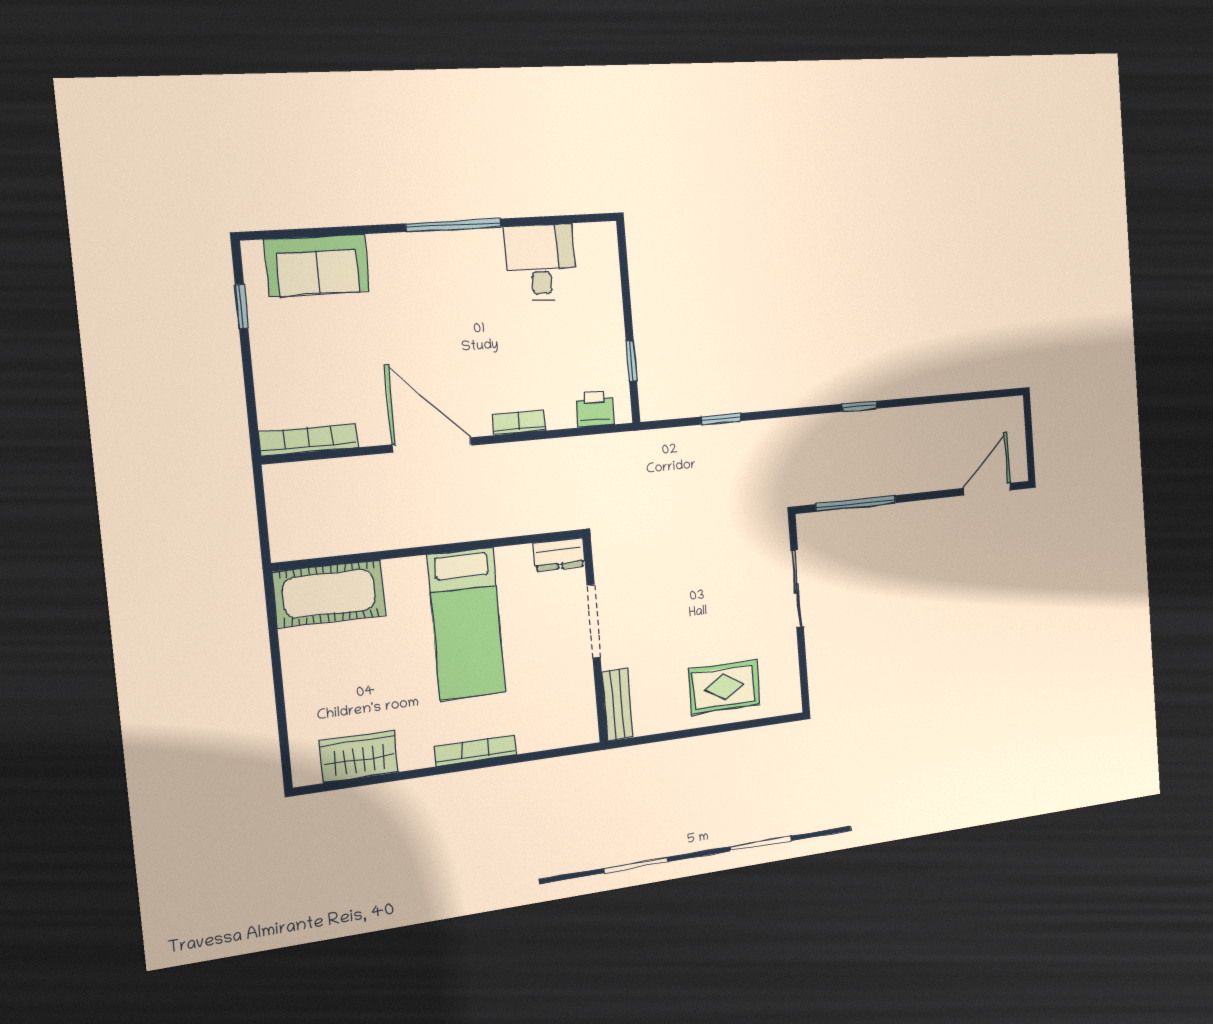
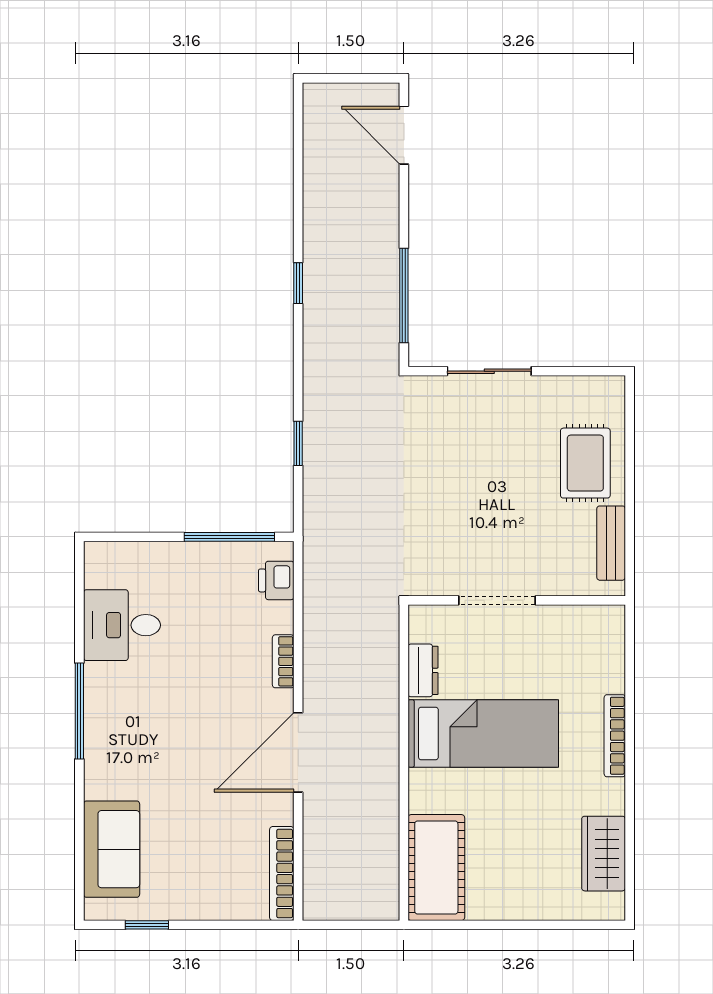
window: (631, 361) -> (229, 537), width x2.17
dresser: (559, 554) -> (423, 670), moved
bench: (618, 705) -> (611, 543), moved, turned 90

